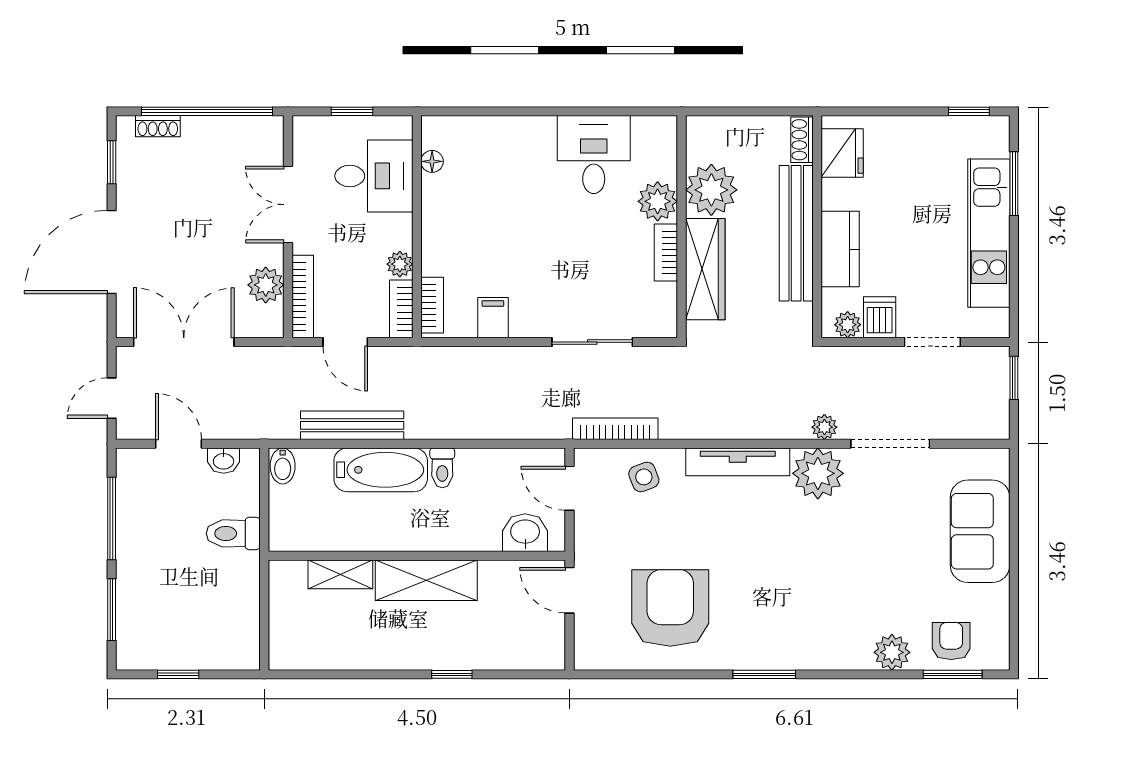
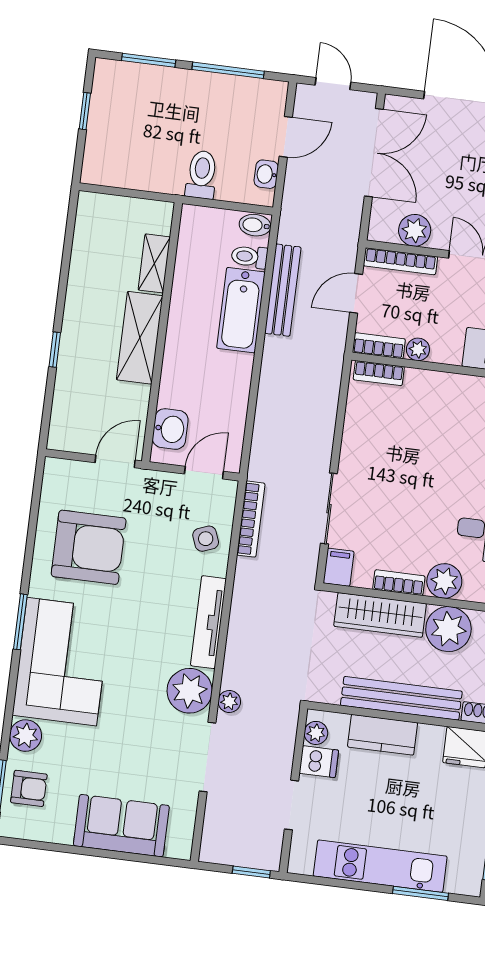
filing cabinet: (493, 318) -> (339, 567), moved, turned -90
toilet: (442, 468) -> (249, 257), moved
corner sofa: (803, 622) -> (62, 662), added

